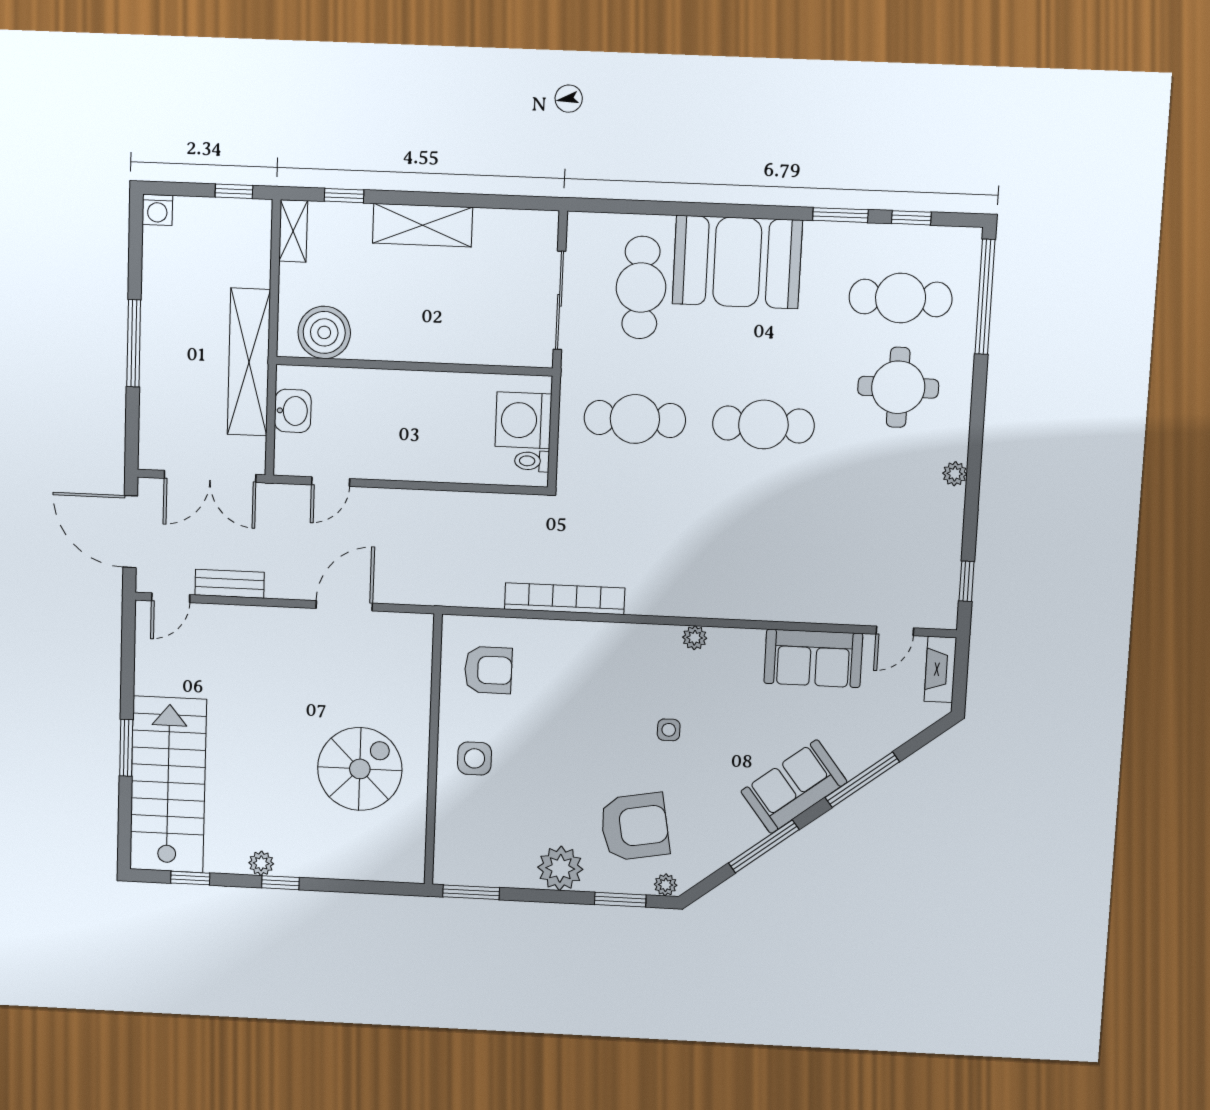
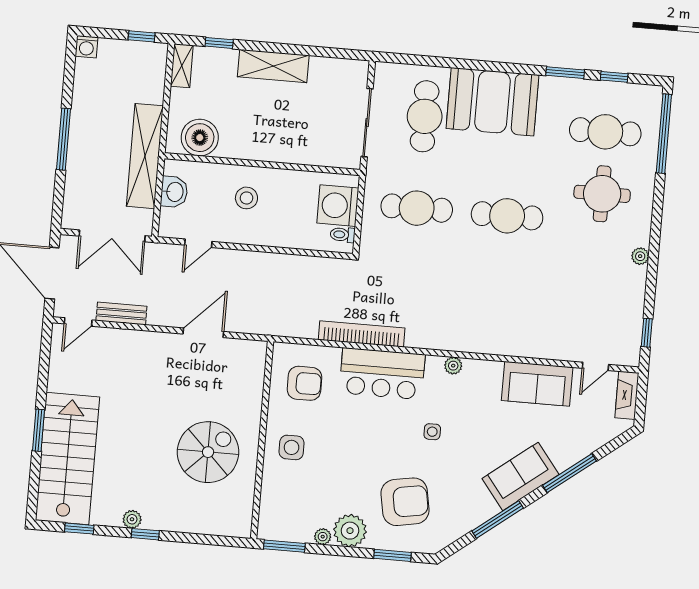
stool: (394, 415) -> (246, 198), added
bar counter: (596, 653) -> (382, 374), added
plant: (666, 885) -> (323, 537), moved

